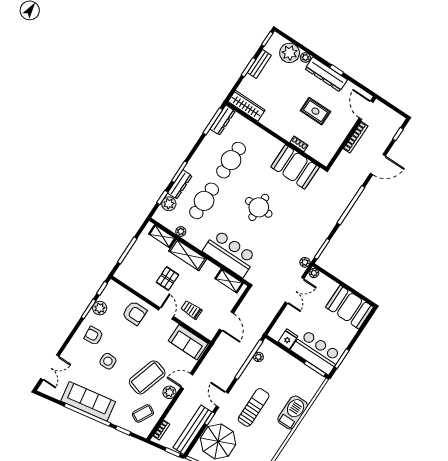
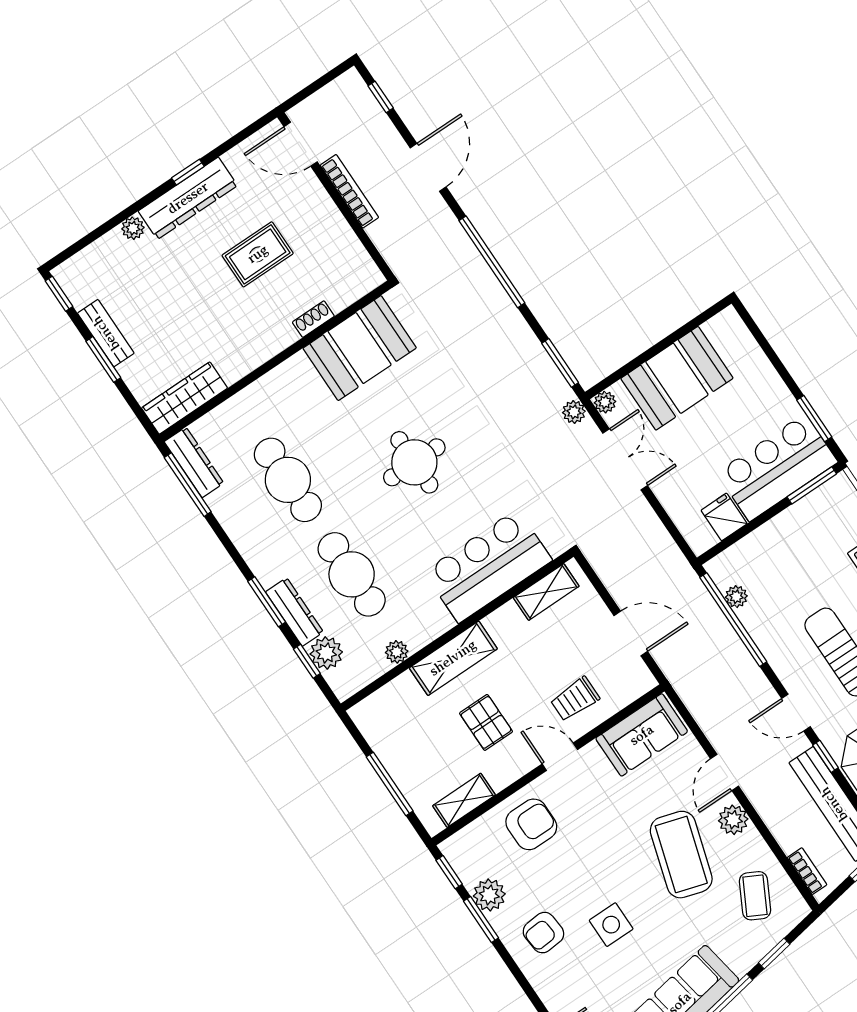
plant: (290, 53) -> (109, 258), removed
shelving: (162, 236) -> (464, 800), moved
booth: (350, 307) -> (677, 378), moved

